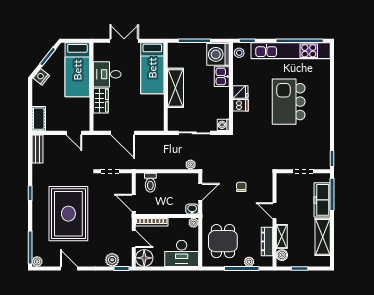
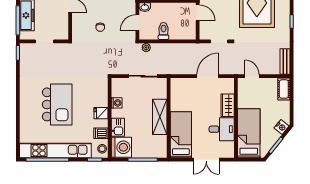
dishwasher: (241, 105) -> (101, 133), moved
washing machine: (223, 125) -> (117, 103), moved
door: (123, 133) -> (208, 76), hinge flipped
toilet: (150, 183) -> (163, 31), moved

